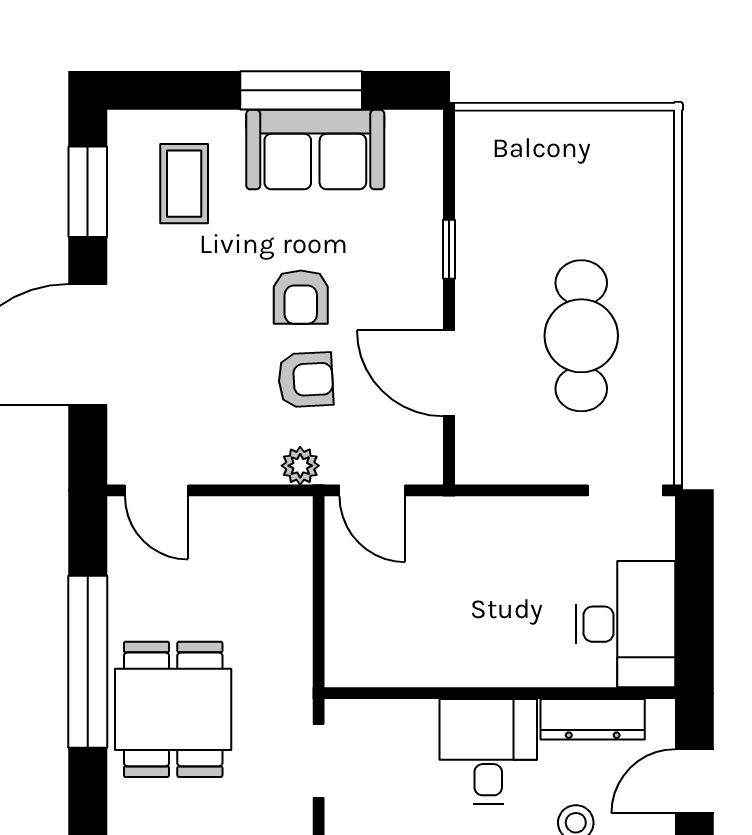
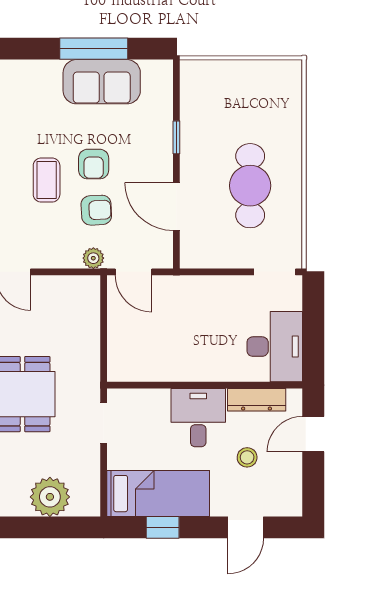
coffee table: (184, 184) -> (47, 180), moved

